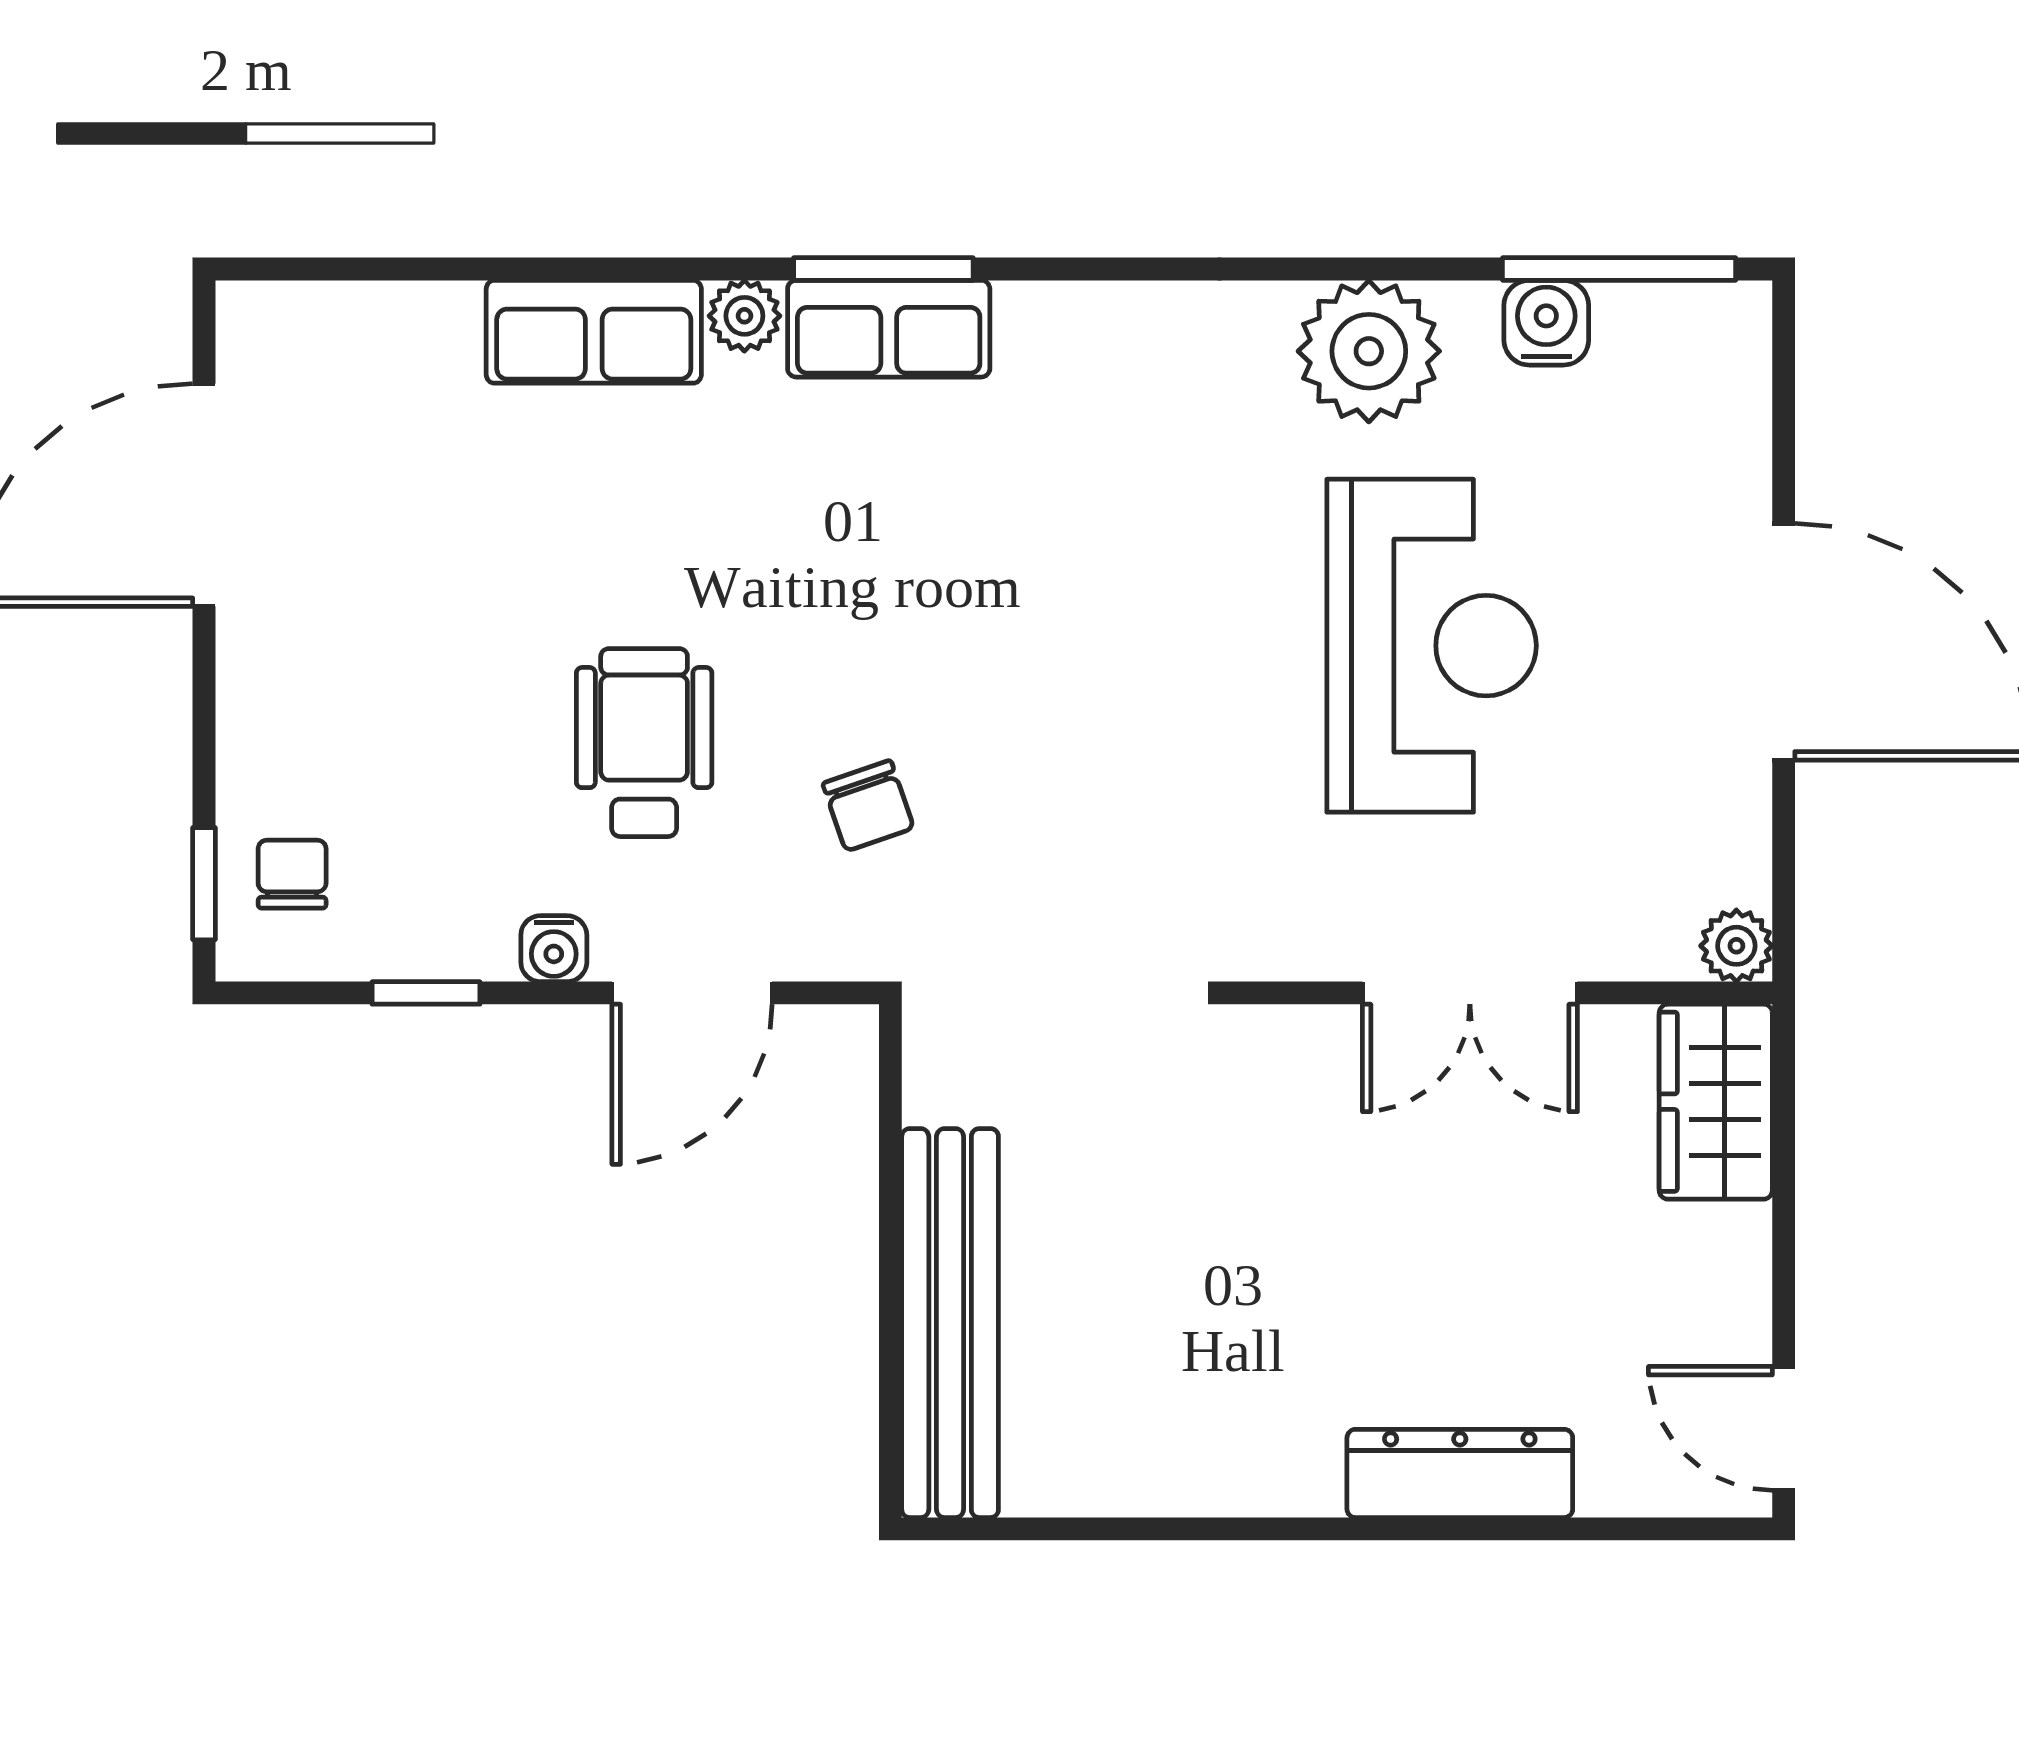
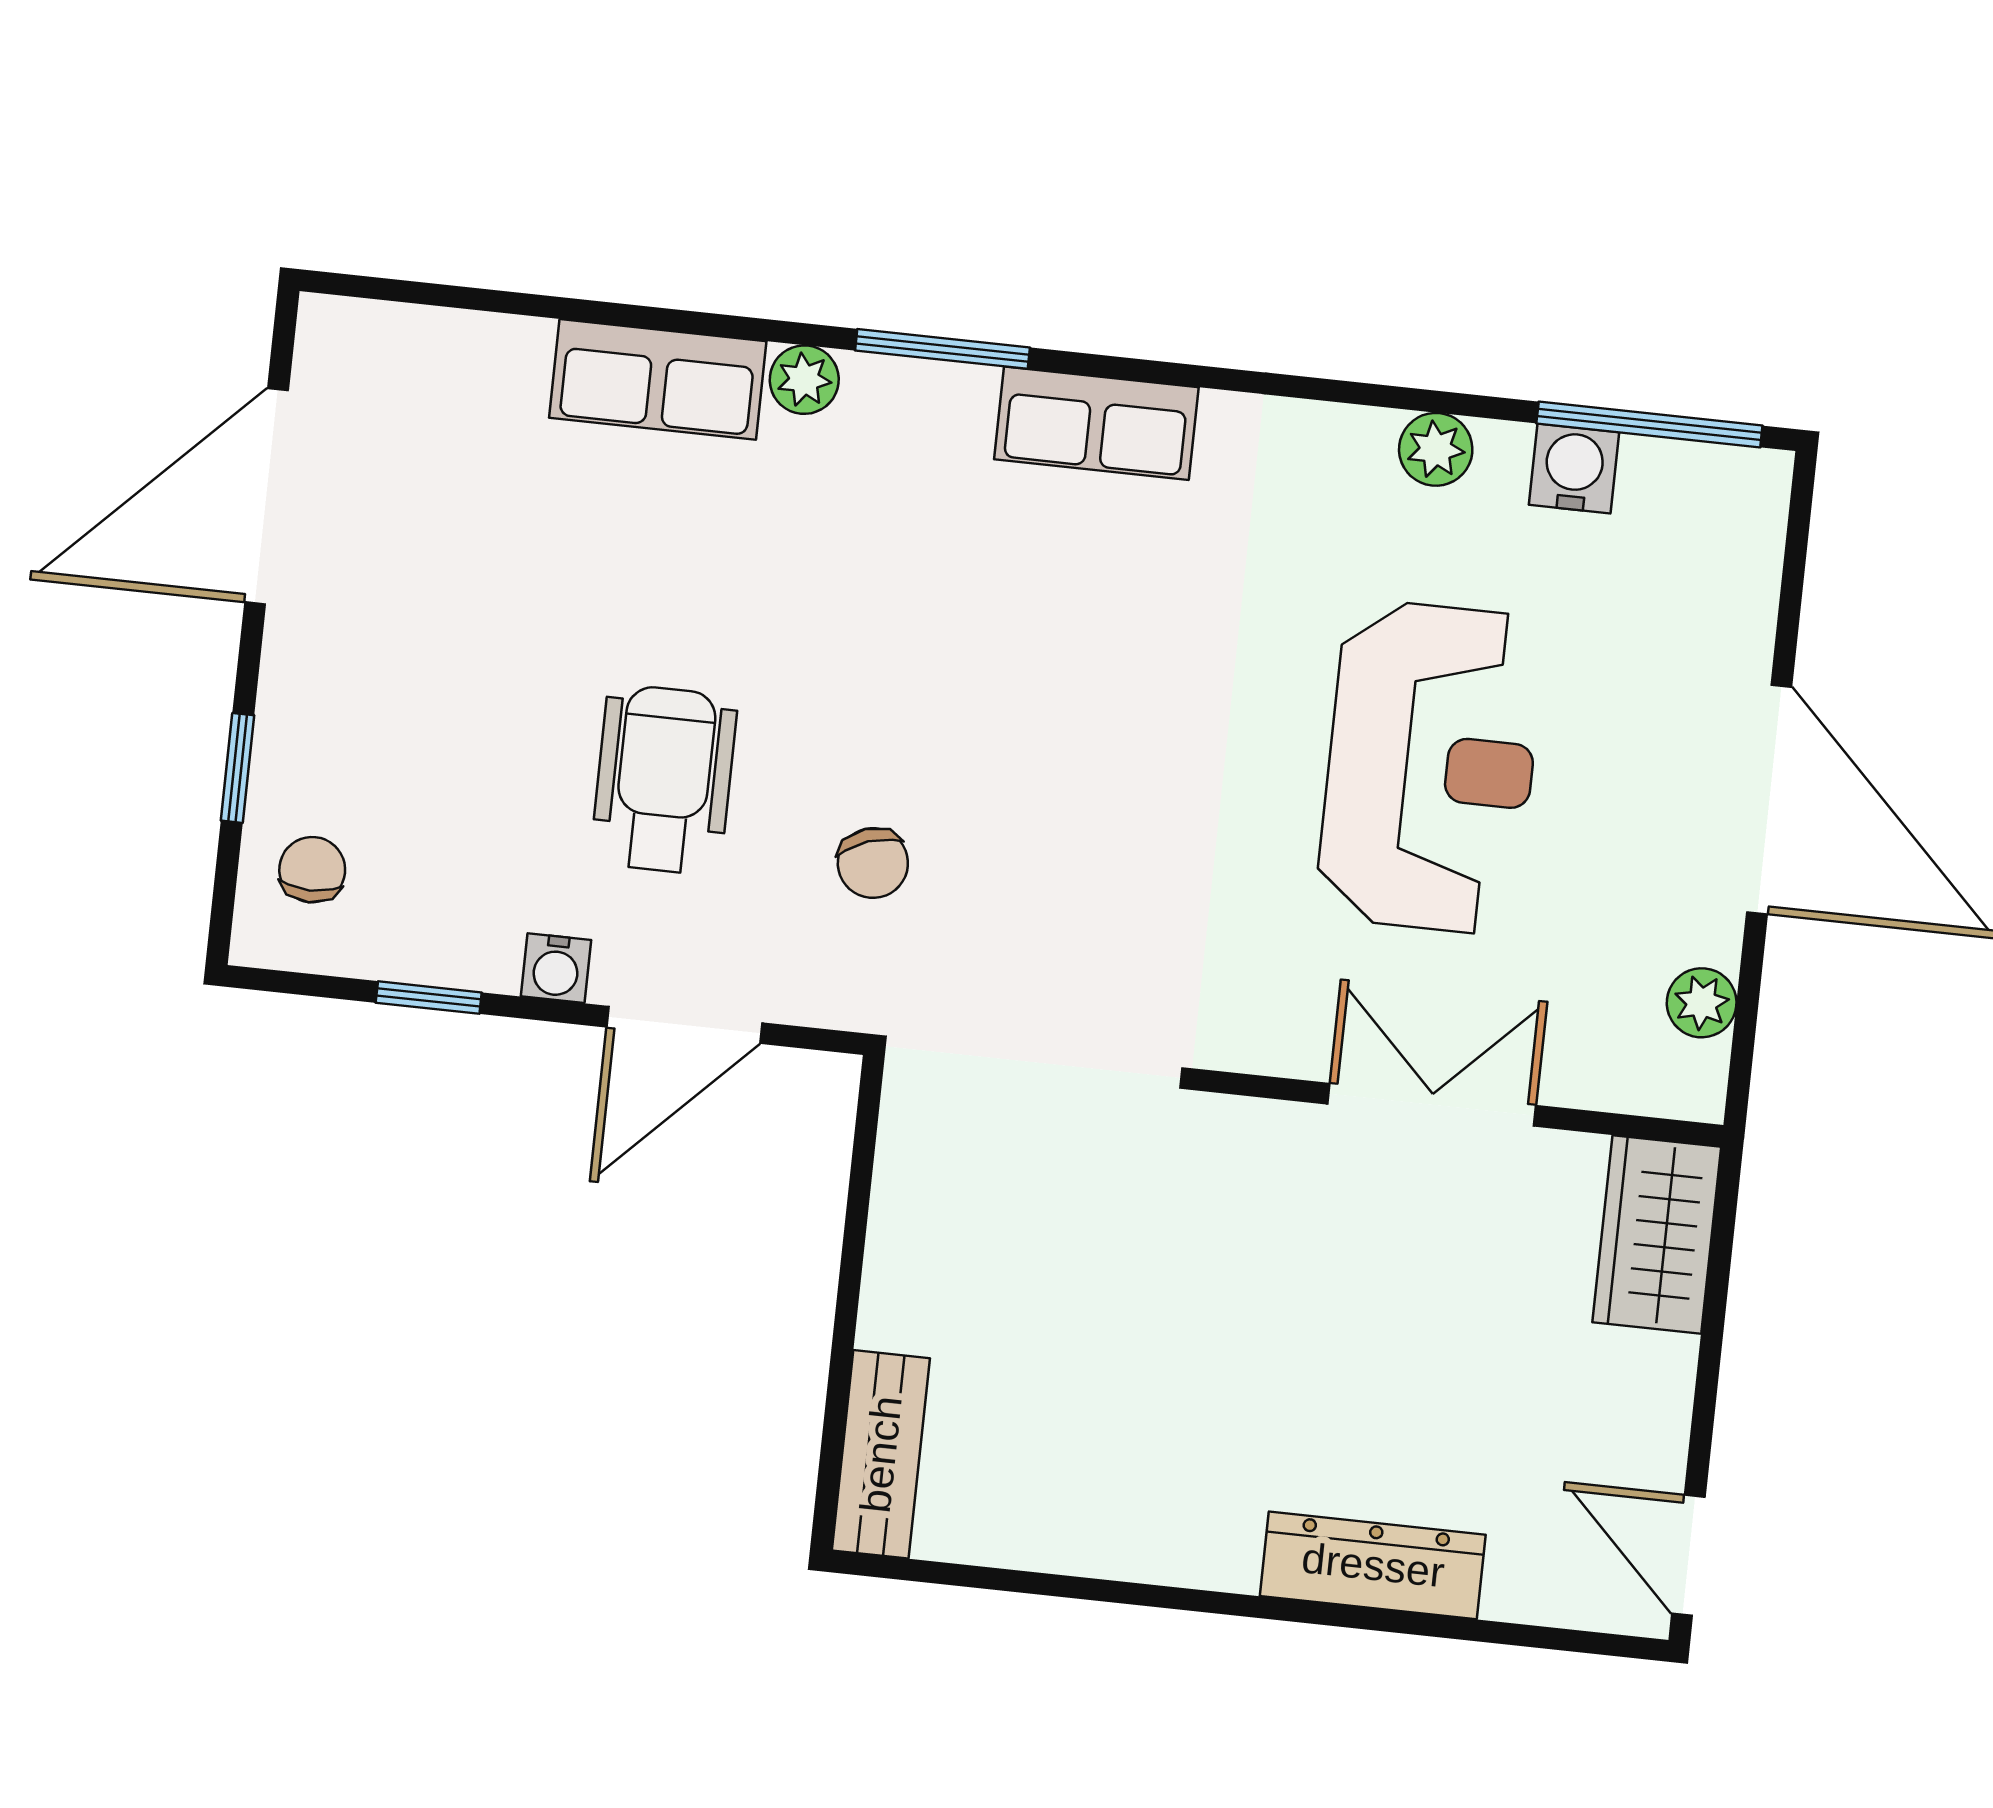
row of seats: (889, 329) -> (1096, 423), moved
plant: (1369, 351) -> (1436, 449), width x0.53, depth x0.53
window: (204, 884) -> (238, 768), moved
plant: (1736, 946) -> (1702, 1003), moved
double door: (1470, 993) -> (1432, 1105), swing flipped
bench: (950, 1323) -> (881, 1454), width x0.54, depth x0.82

